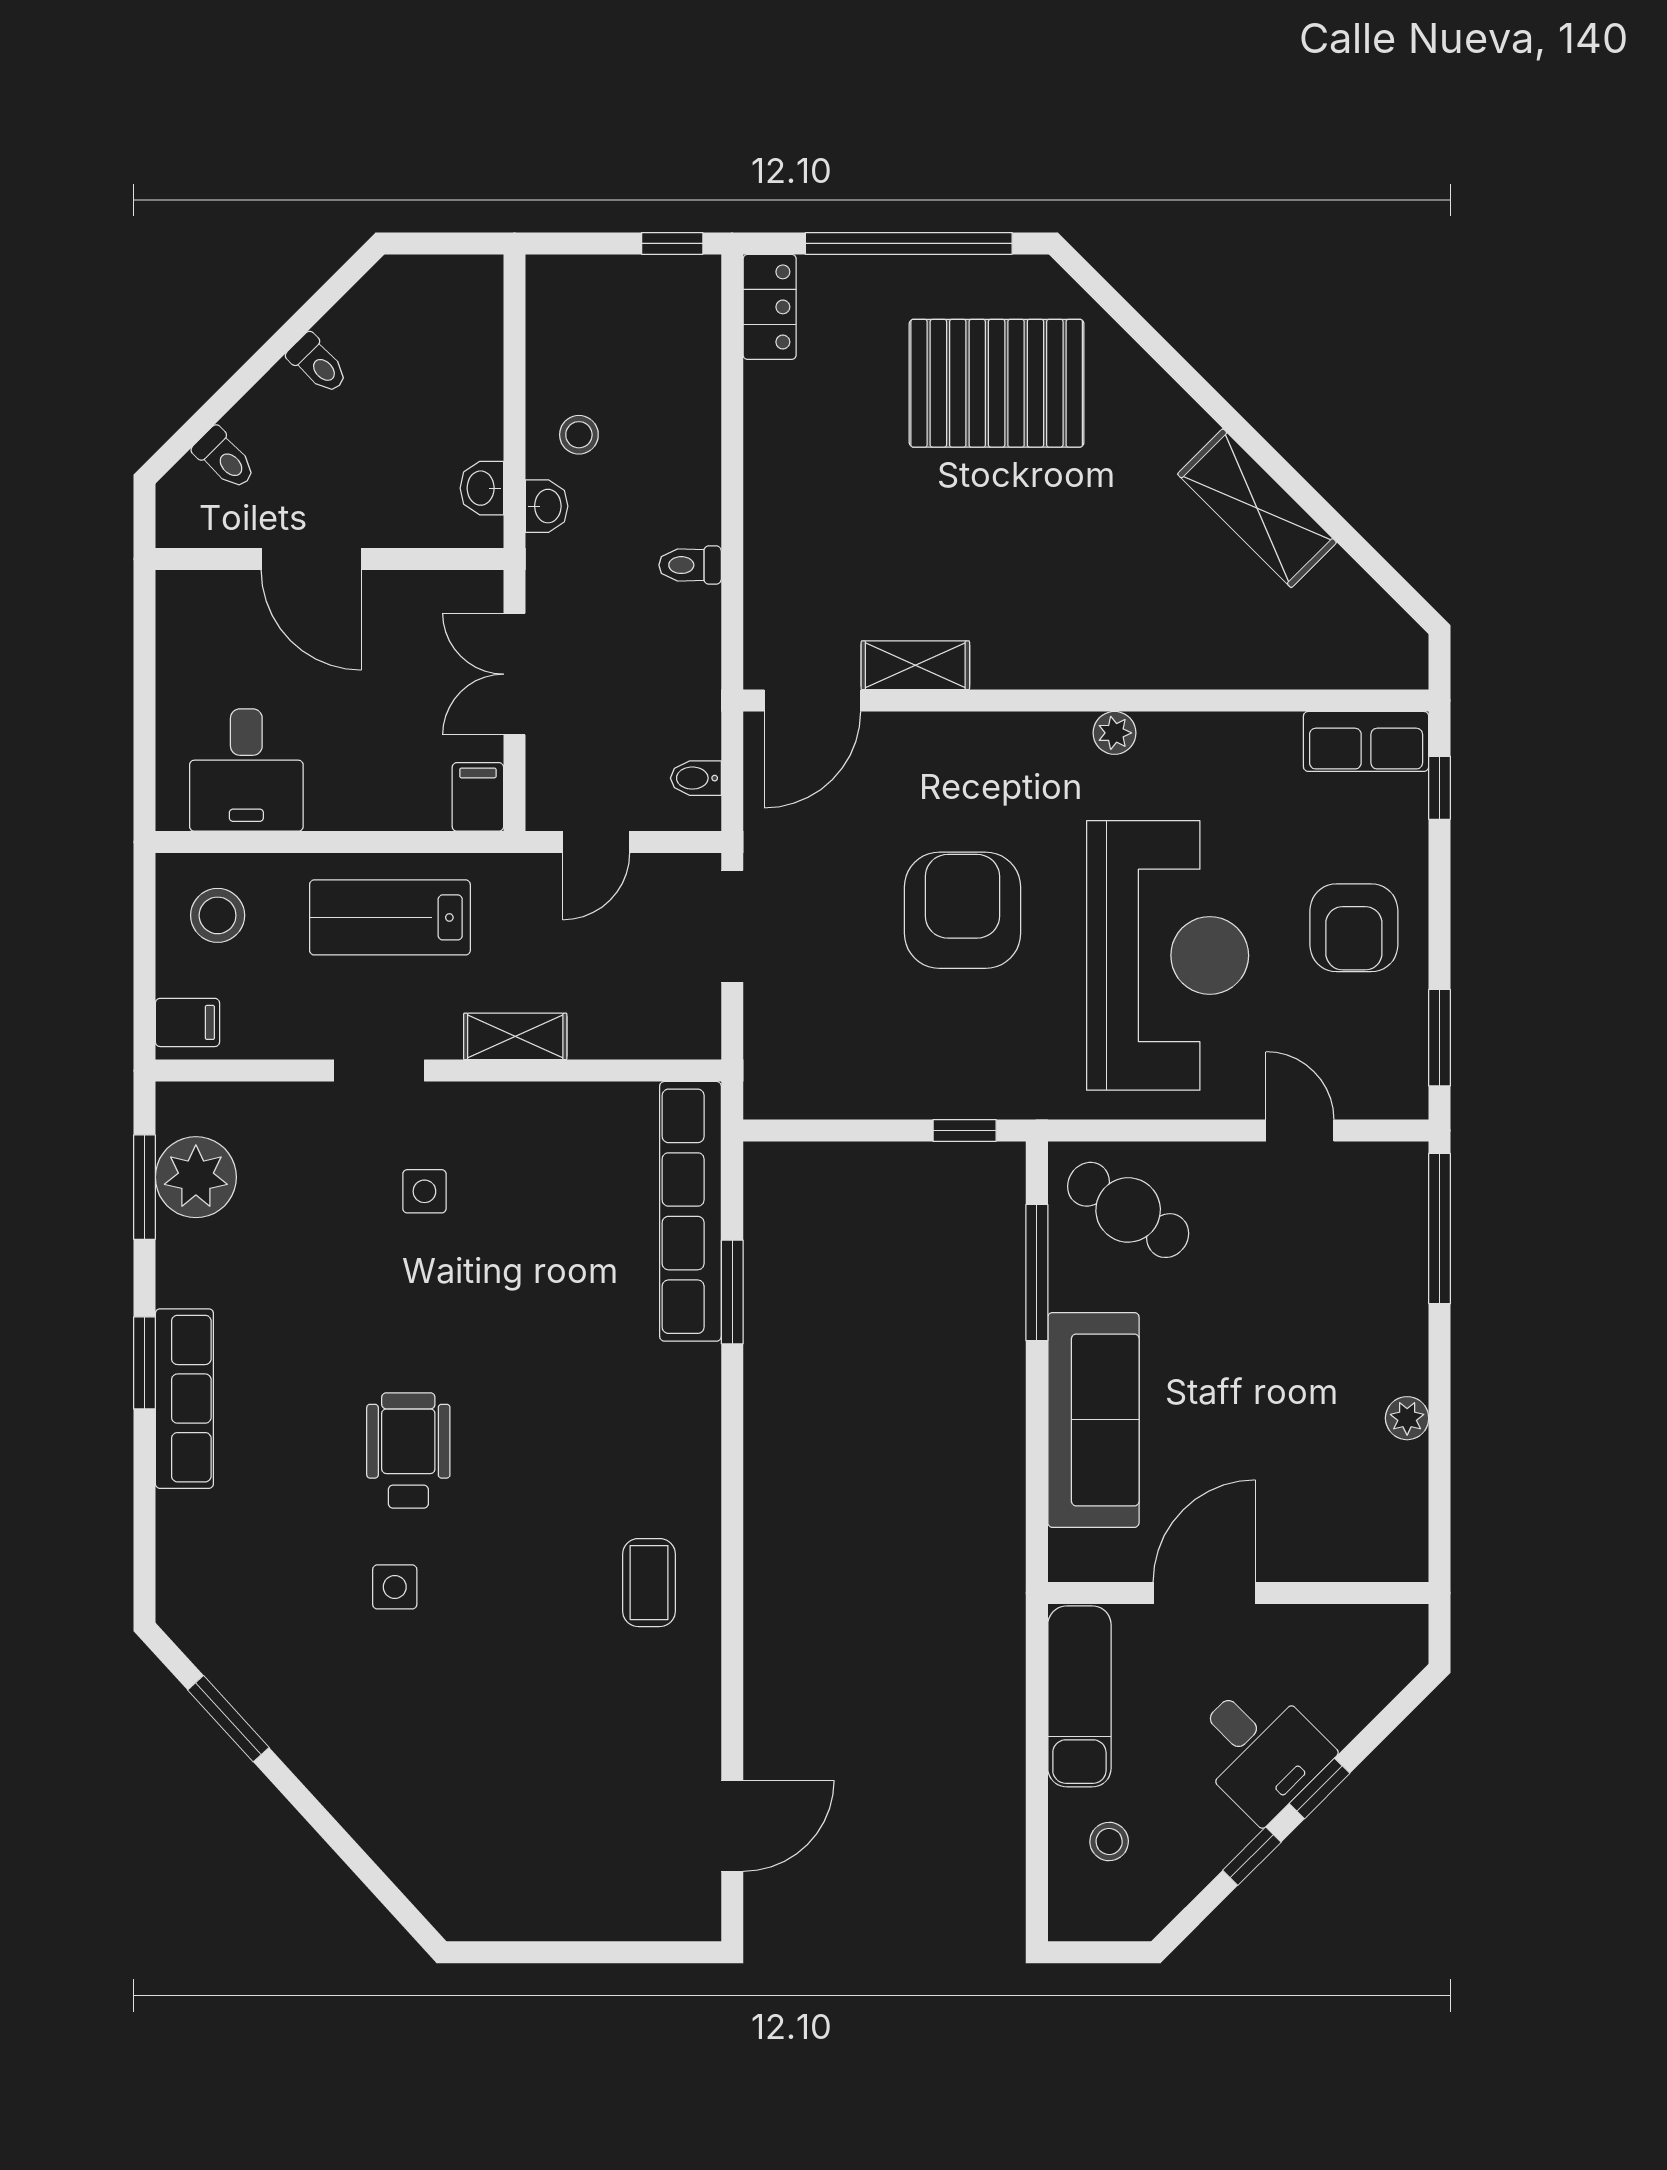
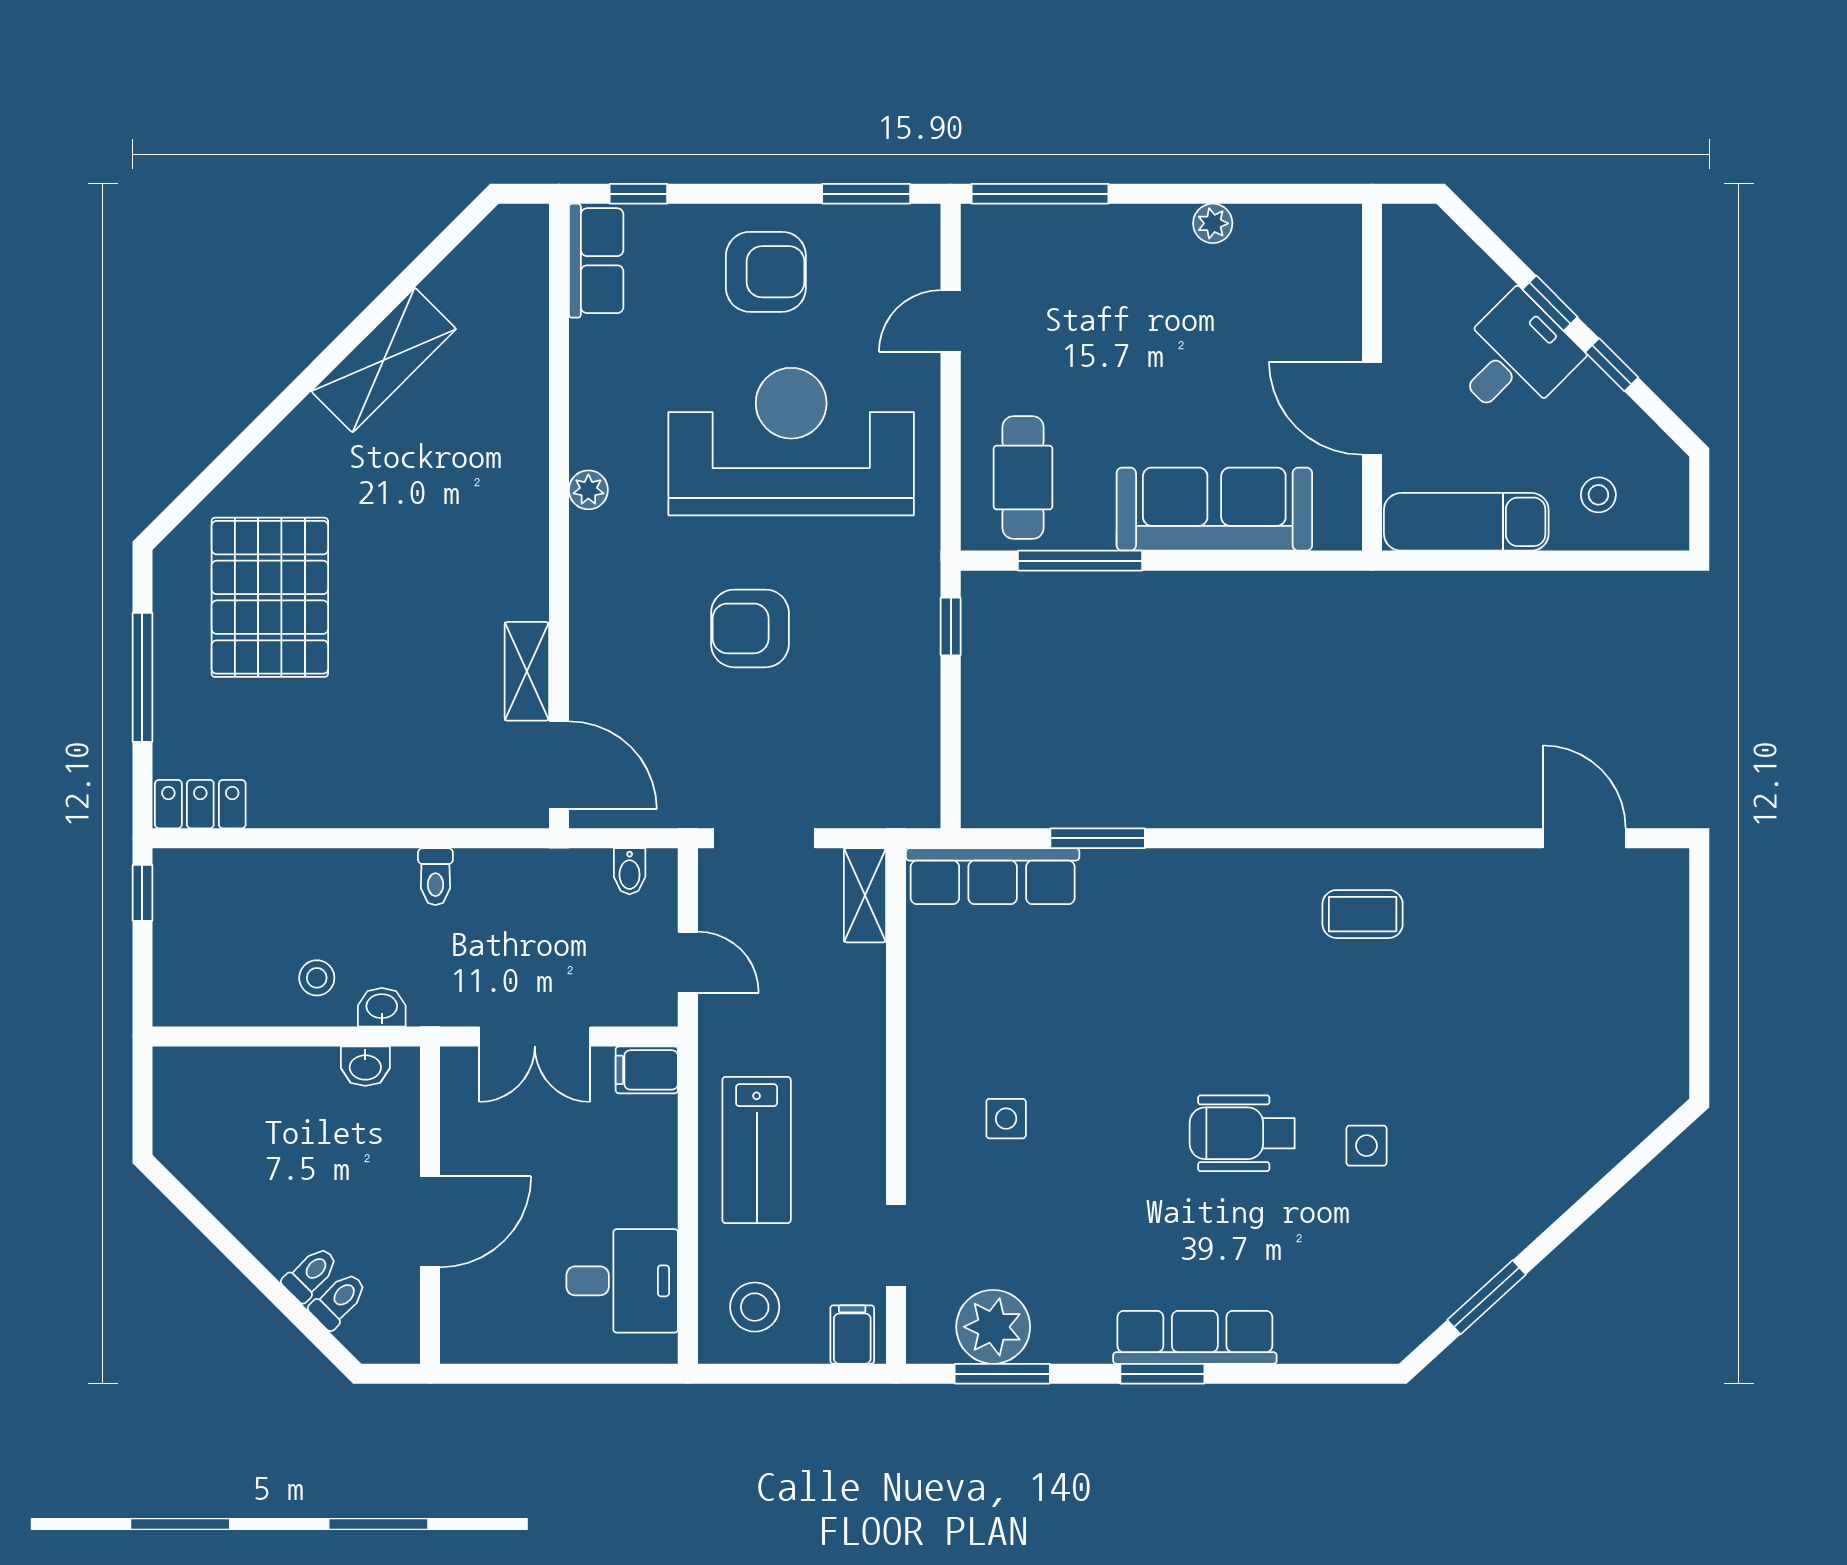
window: (909, 243) -> (142, 677), width x0.68
toilet: (318, 364) -> (311, 1274), moved
armchair: (962, 910) -> (750, 628), width x0.73, depth x0.73
shelving: (515, 1036) -> (865, 895), moved
doorway: (379, 1071) -> (896, 1246), moved
cafe table: (1128, 1210) -> (1023, 478), turned -33
row of seats: (690, 1211) -> (993, 876), width x0.73

